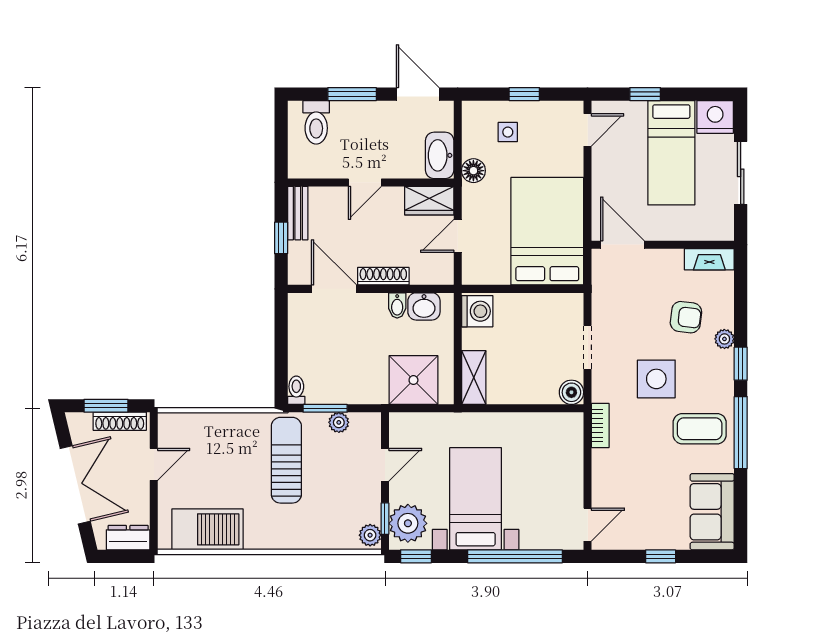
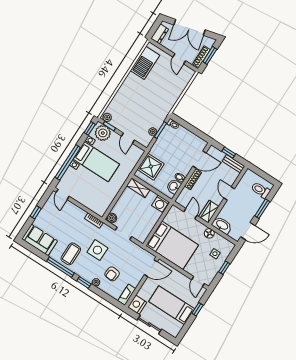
nightstand: (715, 117) -> (137, 305), moved, turned 180
sun lounger: (286, 460) -> (151, 105), removed

